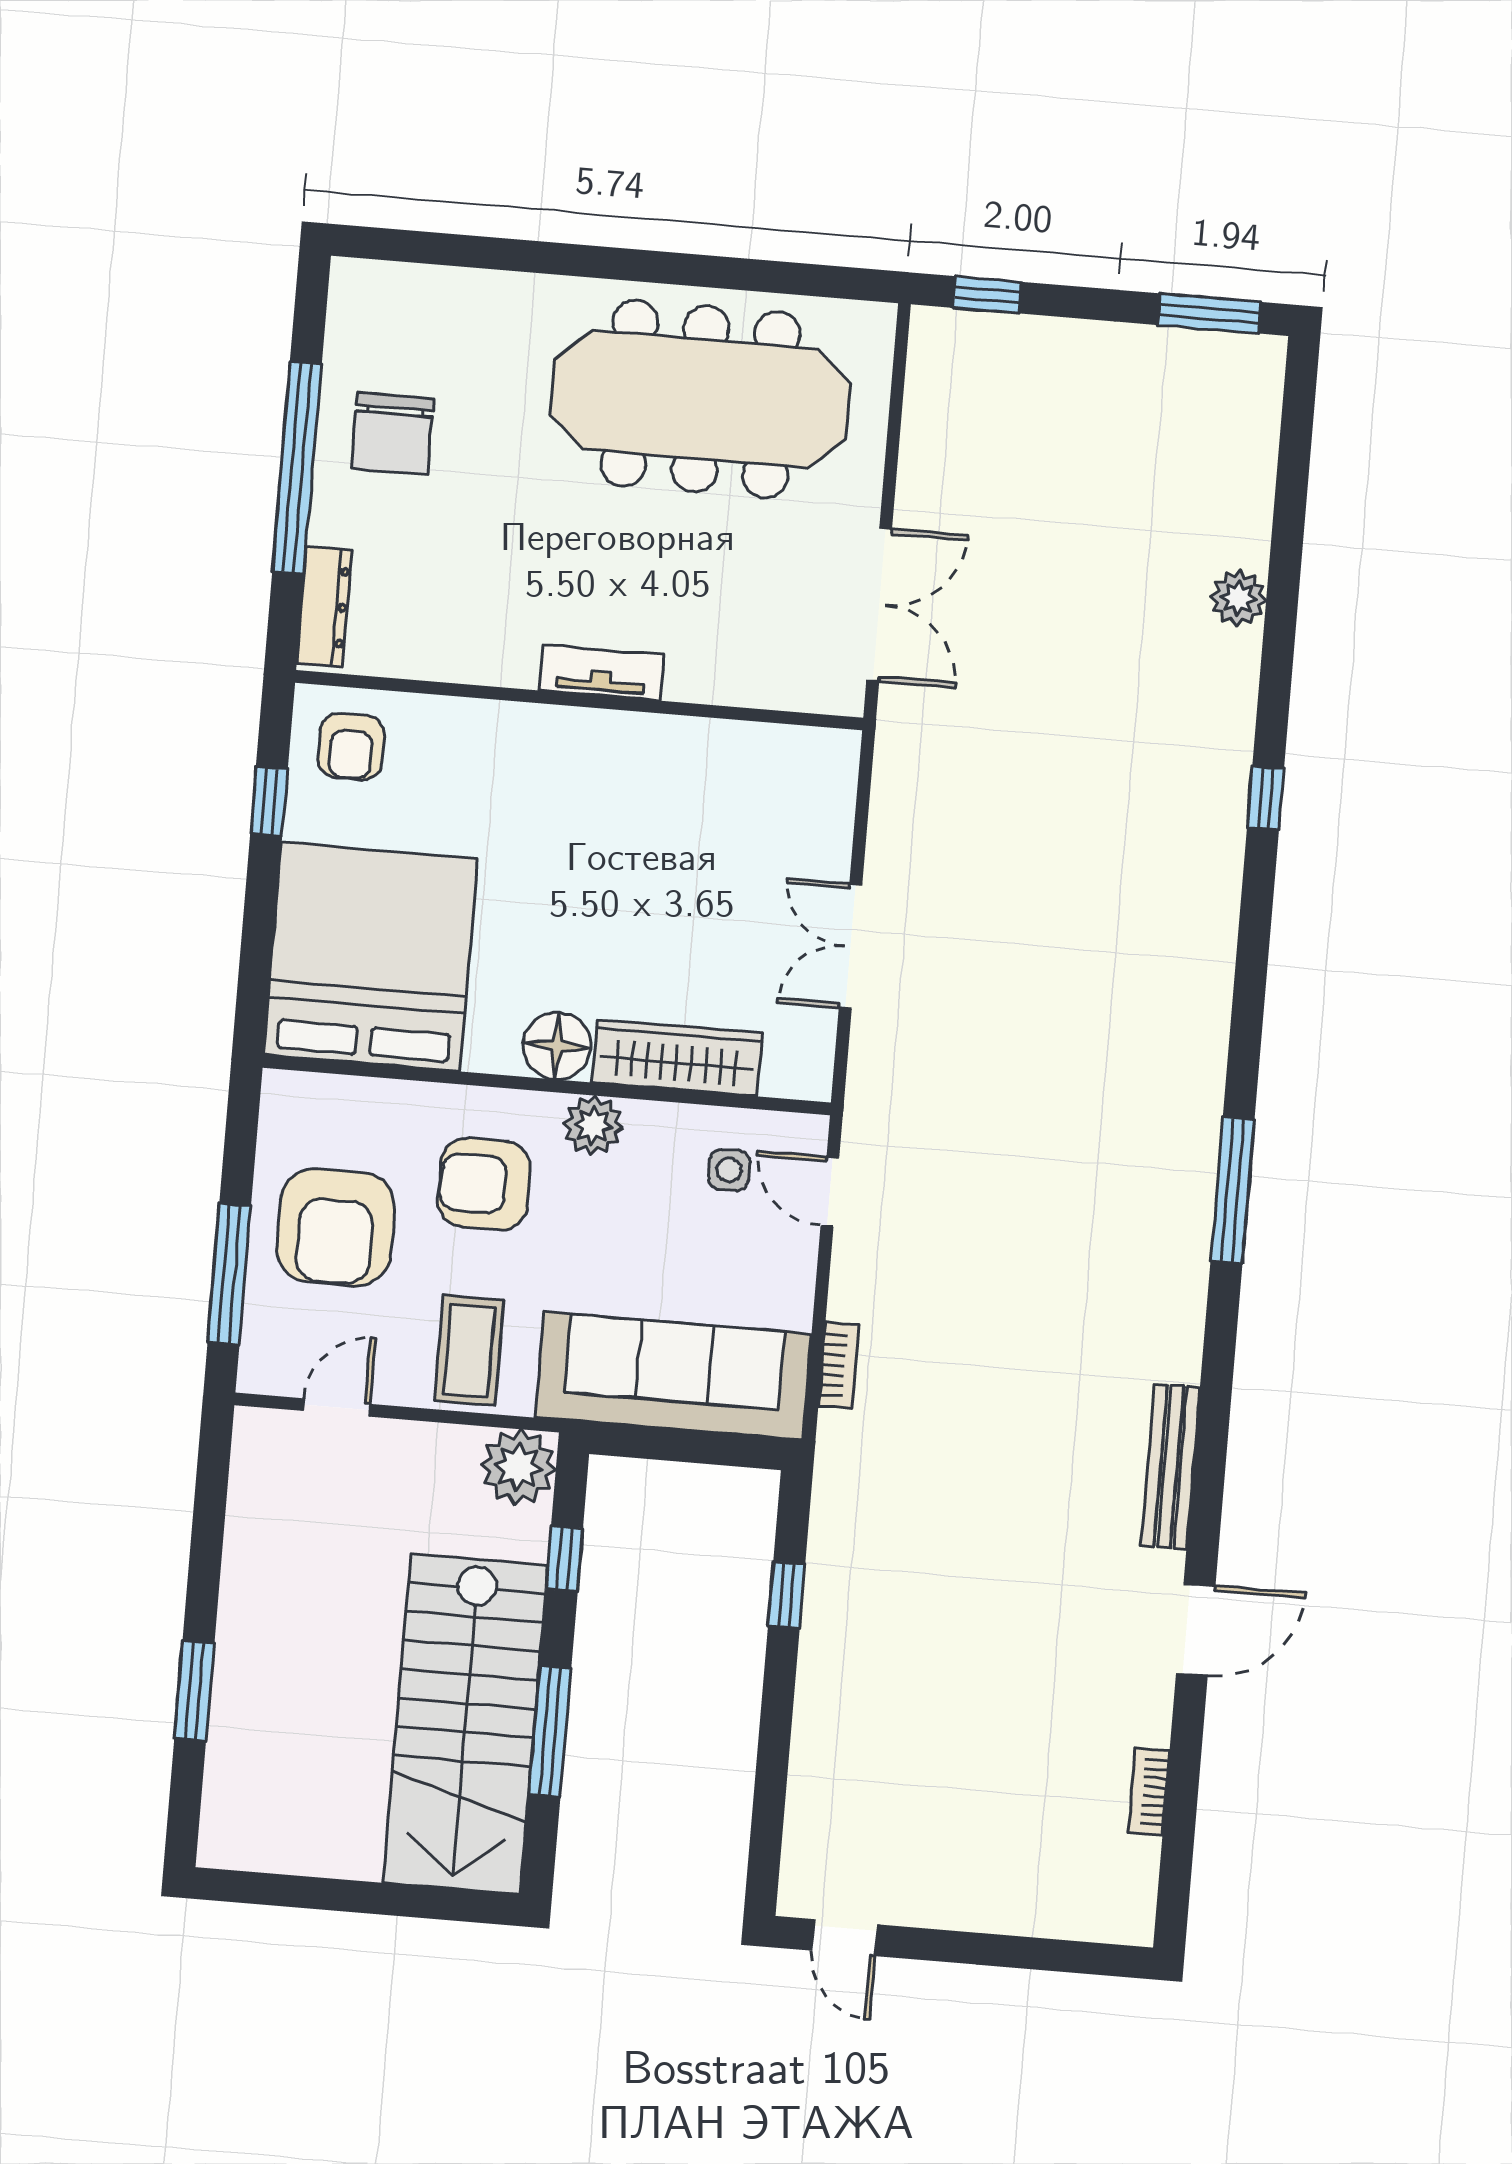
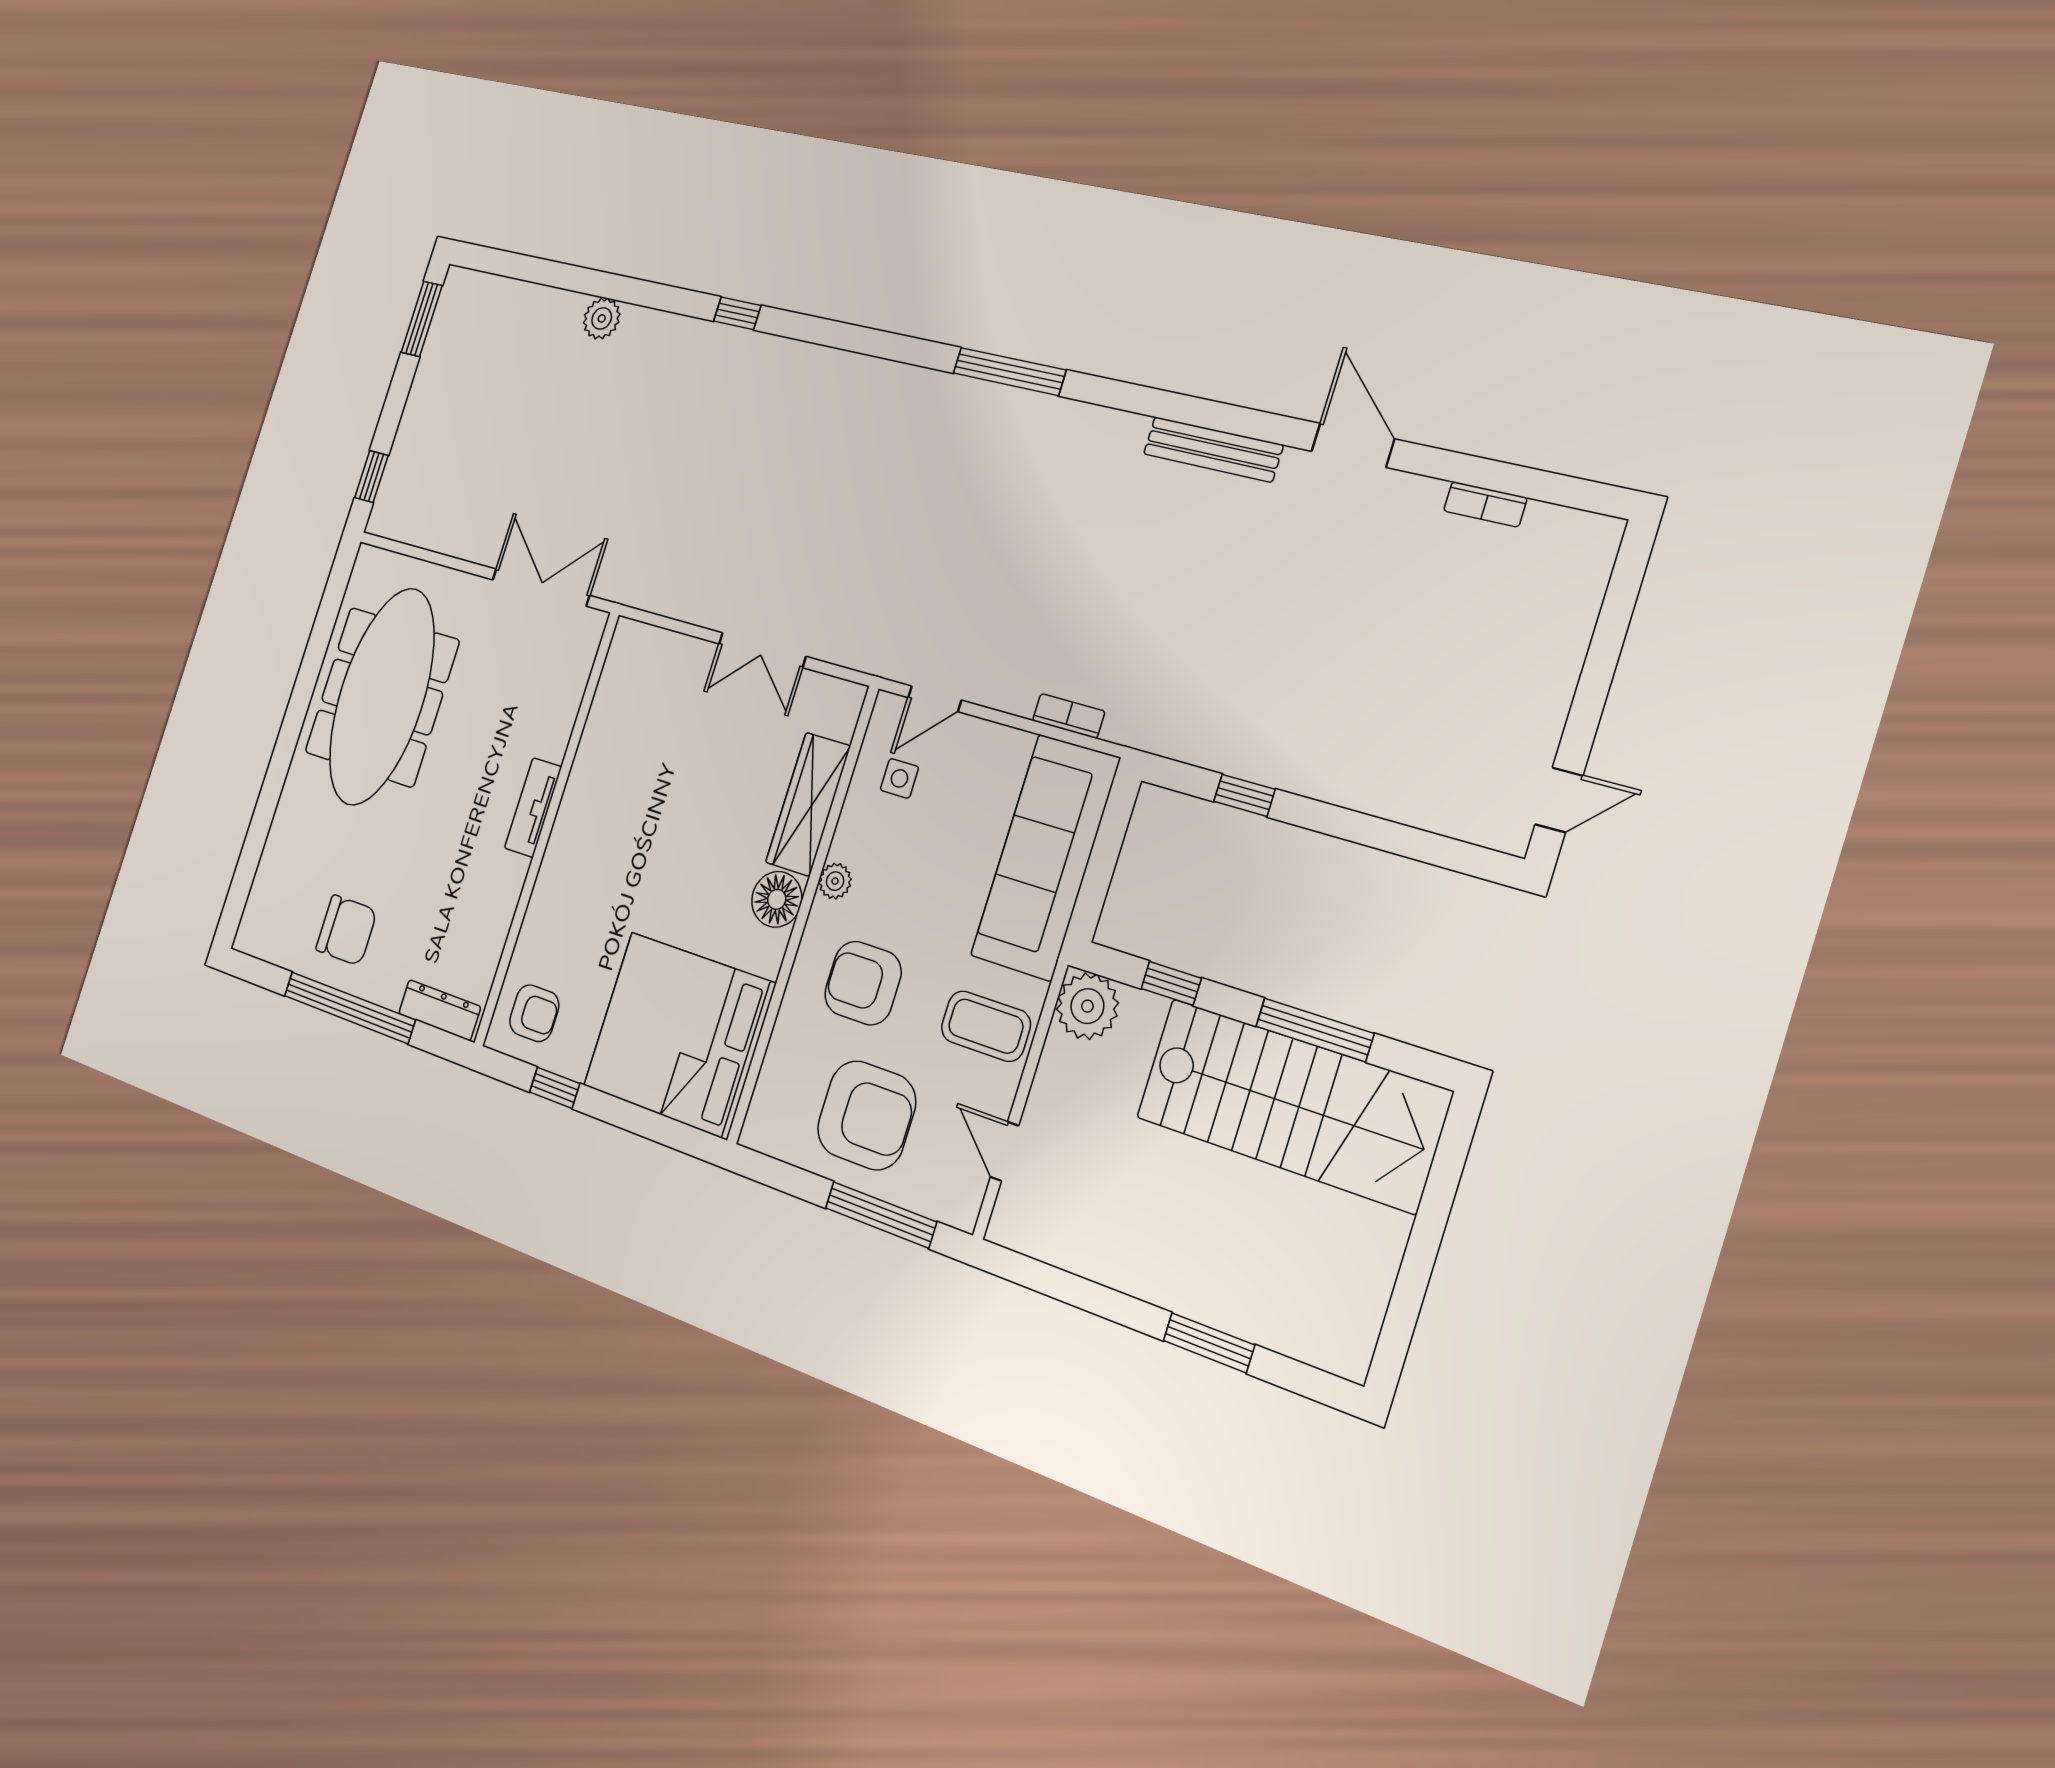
plant: (593, 1125) -> (835, 881), width x0.73, depth x0.73
armchair: (484, 1184) -> (863, 983), turned 90

